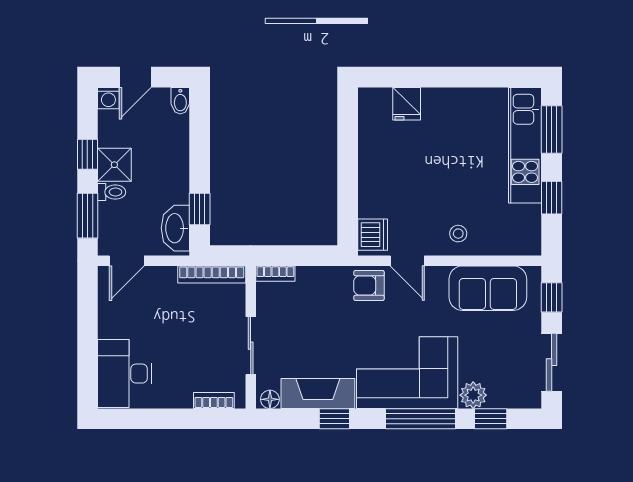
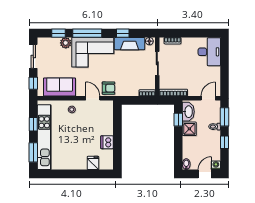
kitchen unit: (525, 145) -> (44, 137), width x1.36
shower: (114, 165) -> (189, 129), moved
dishwasher: (373, 235) -> (107, 142), moved

